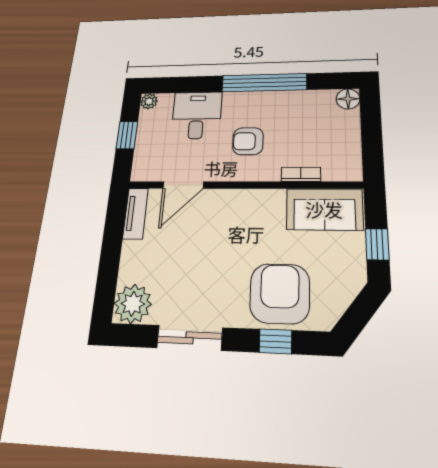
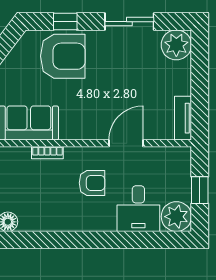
window: (264, 83) -> (80, 240), removed
plant: (149, 101) -> (176, 217), width x1.87, depth x1.87
door: (183, 185) -> (126, 143), moved
armchair: (280, 293) -> (63, 56), turned -90

